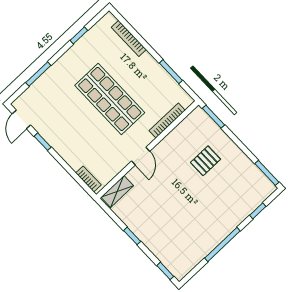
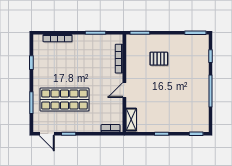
shop shelf: (110, 99) -> (64, 100), moved
door: (141, 156) -> (124, 90), swing flipped
pallet: (206, 161) -> (159, 59), turned 90

